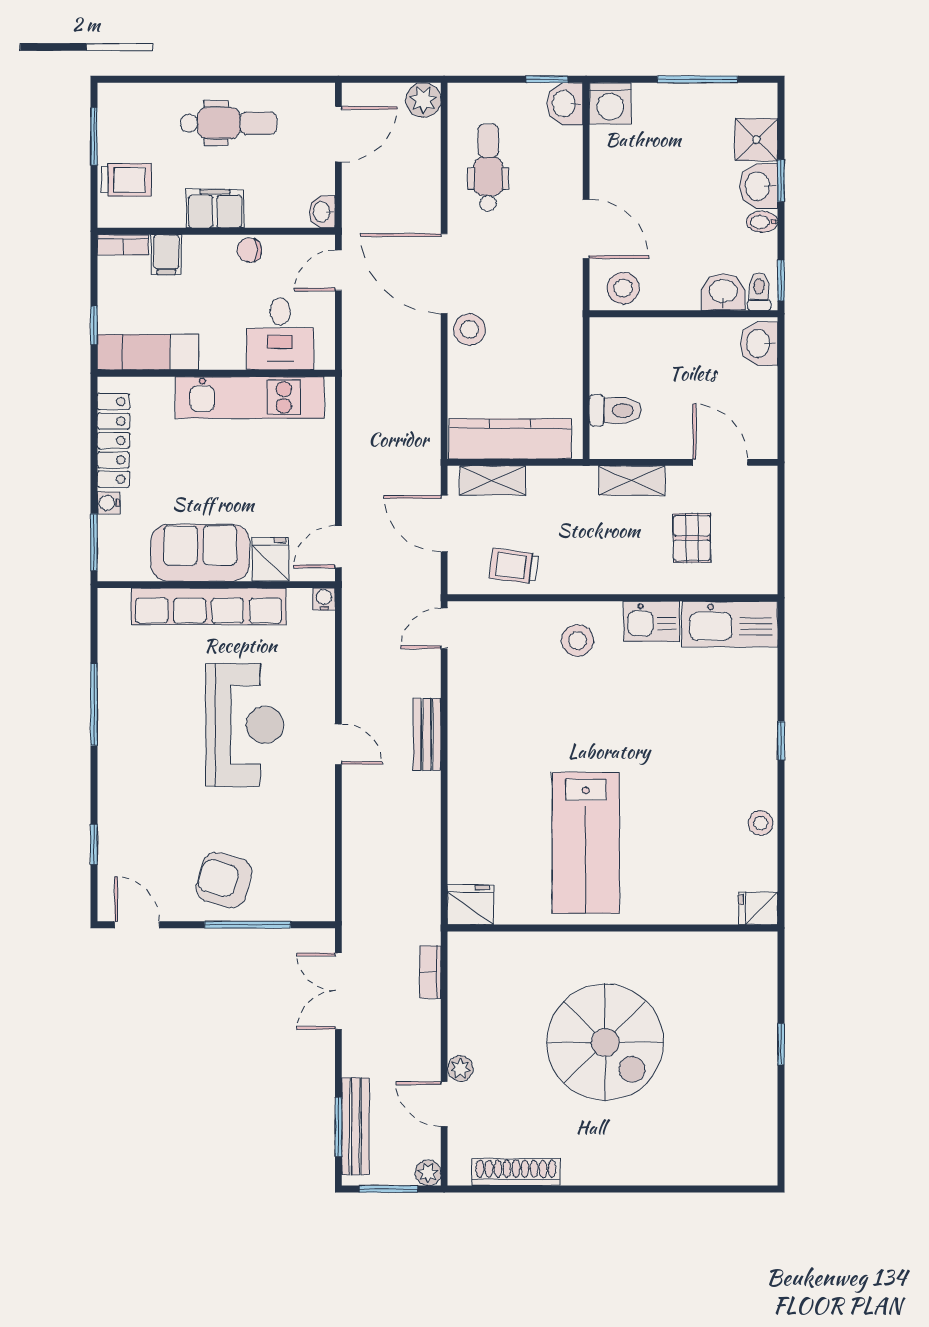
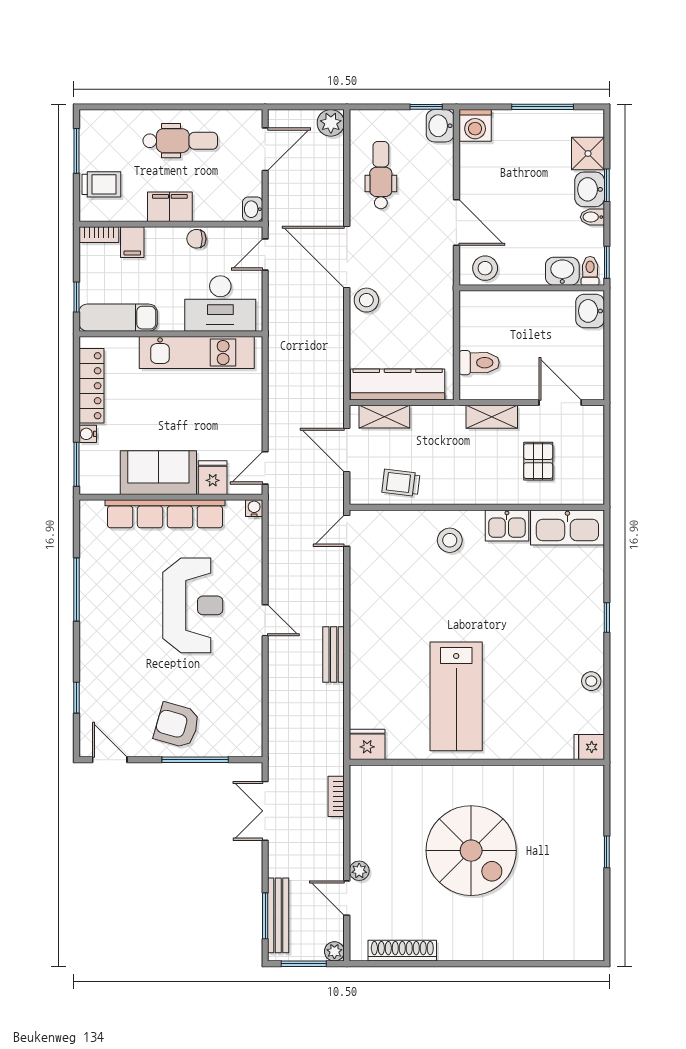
desk: (280, 334) -> (220, 303), width x1.37
bench: (427, 735) -> (334, 654), moved

